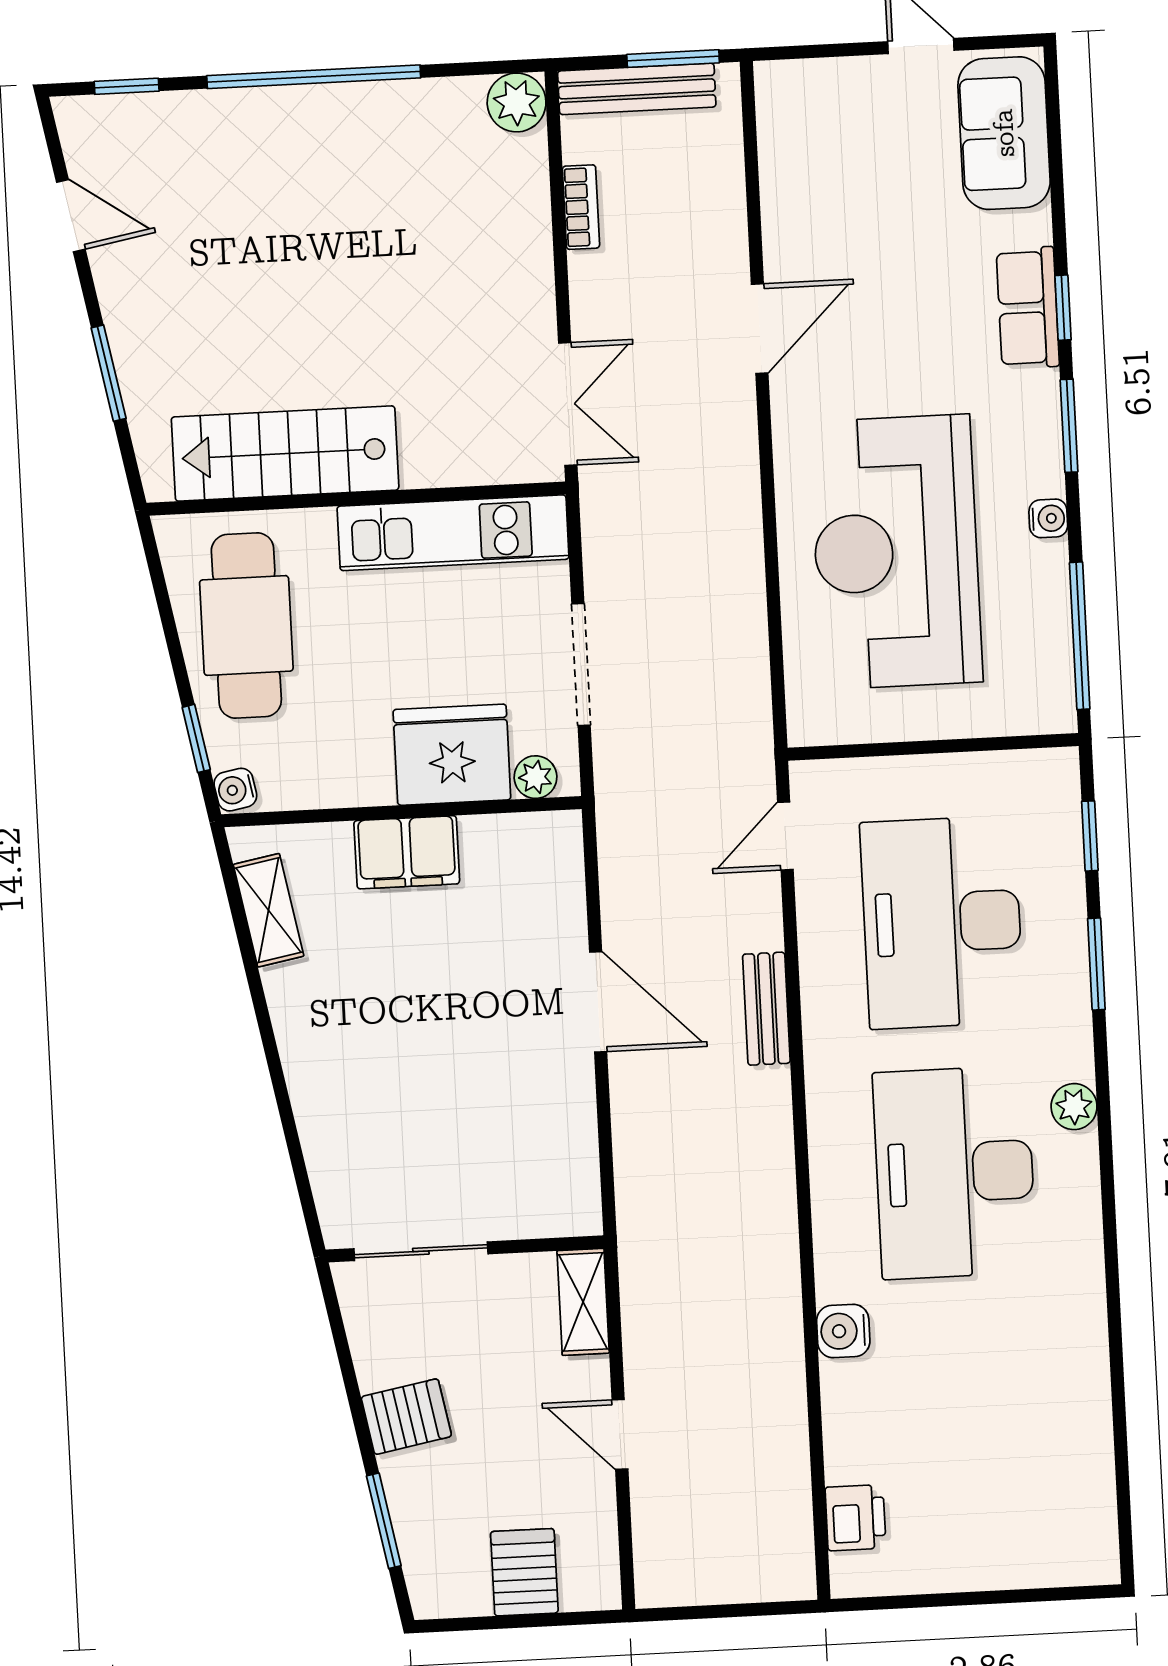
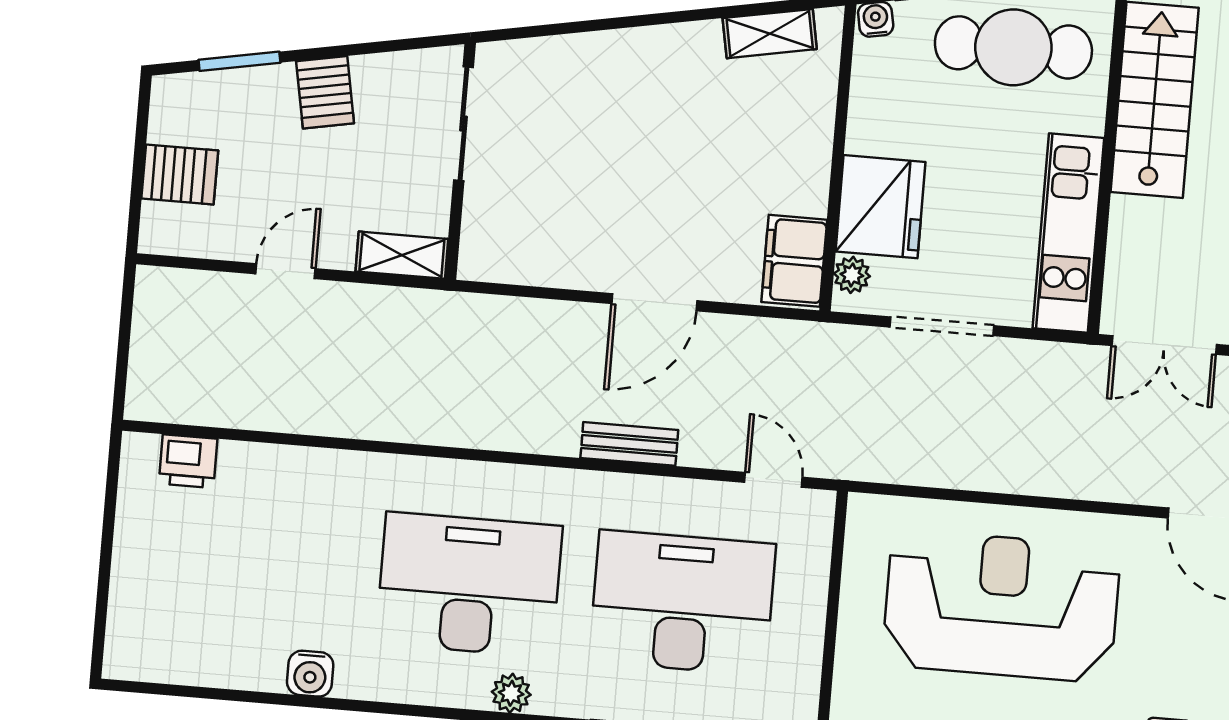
filing cabinet: (407, 852) -> (794, 261), moved
water cooler: (843, 1331) -> (310, 674), moved, turned 180

